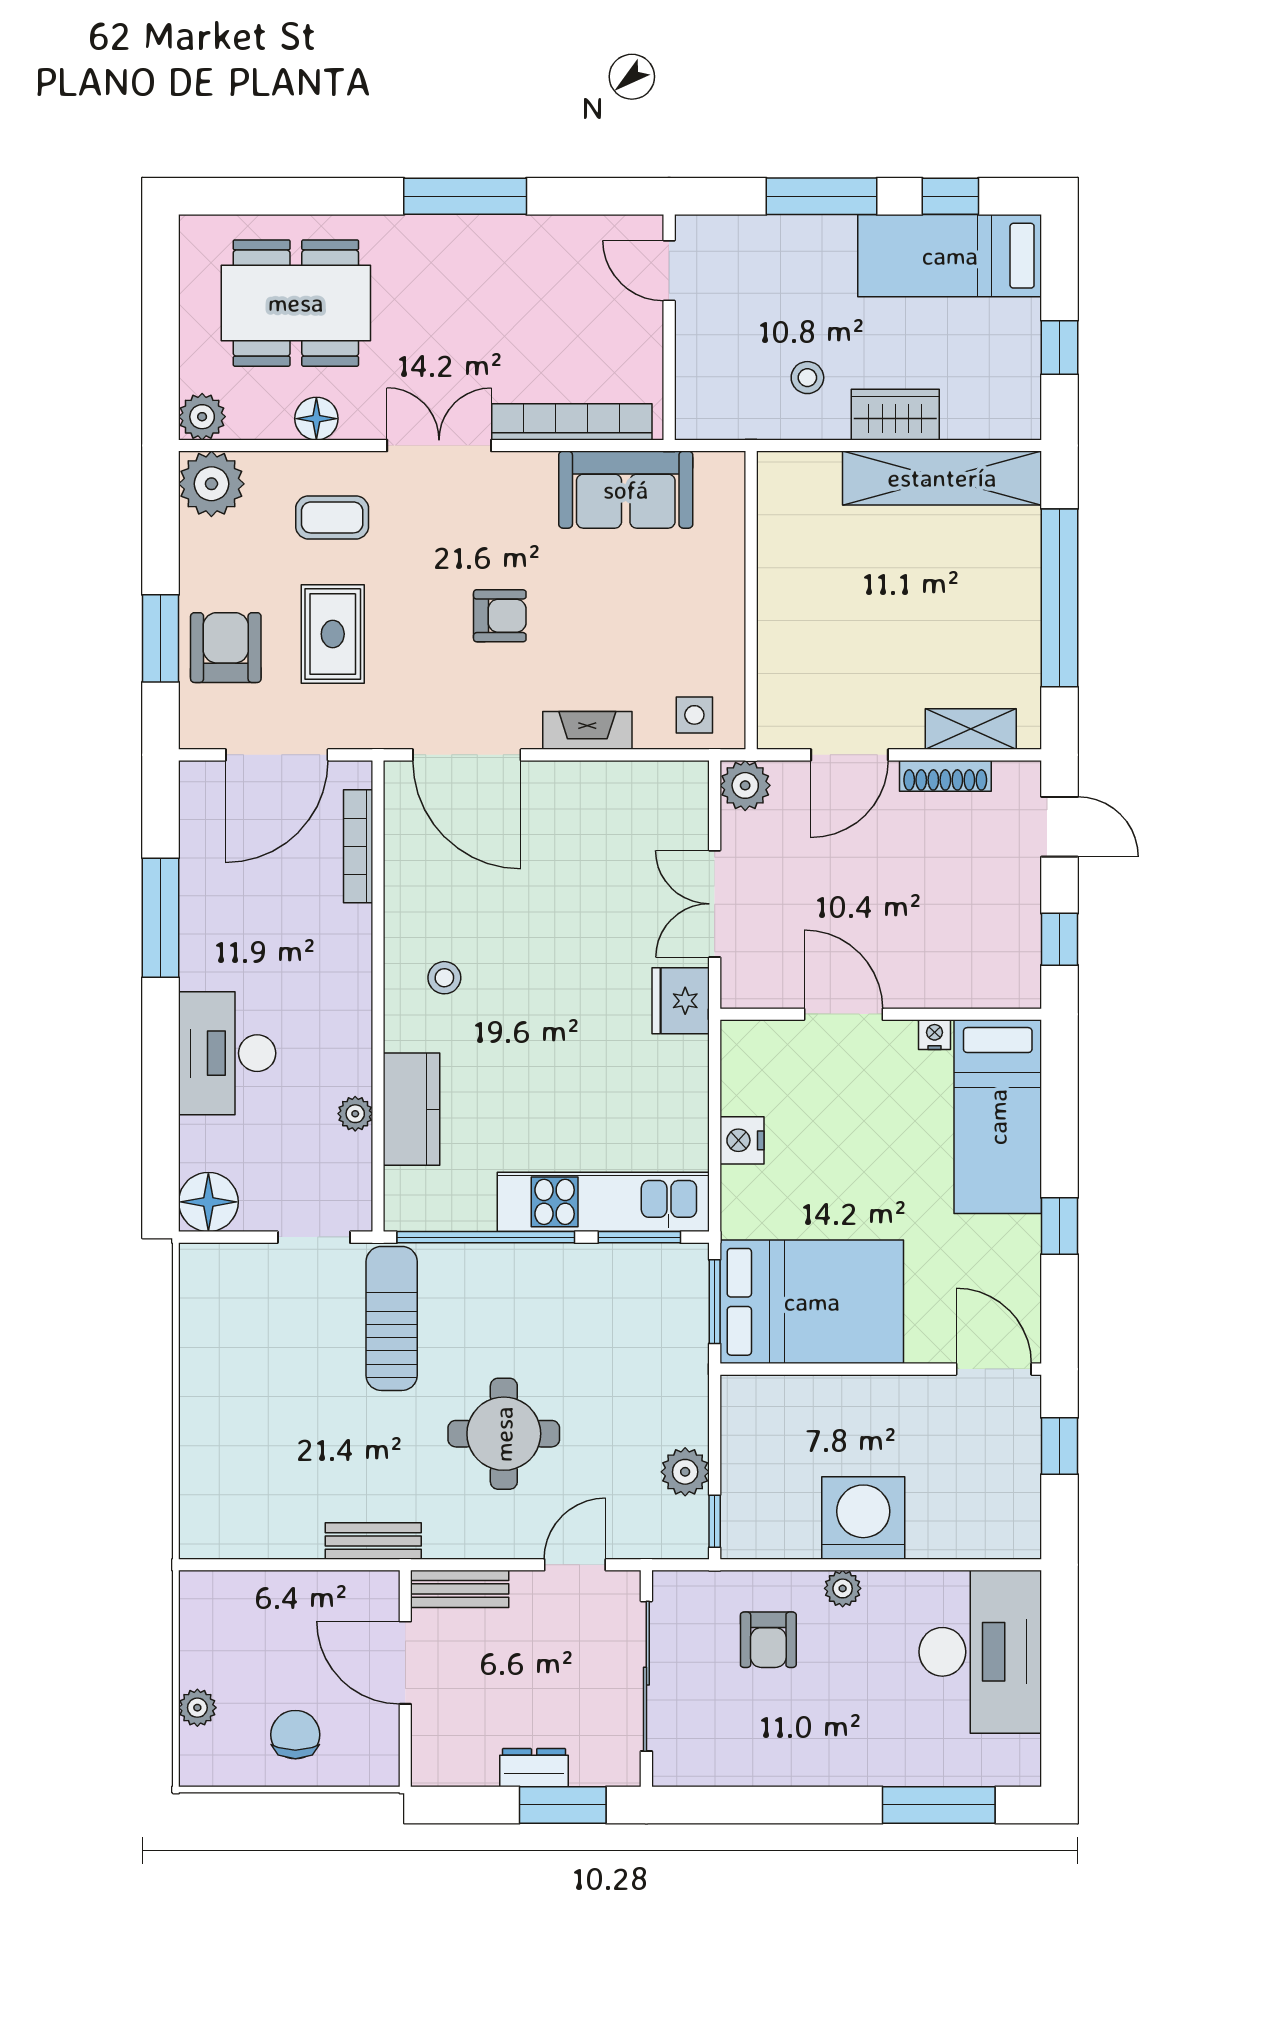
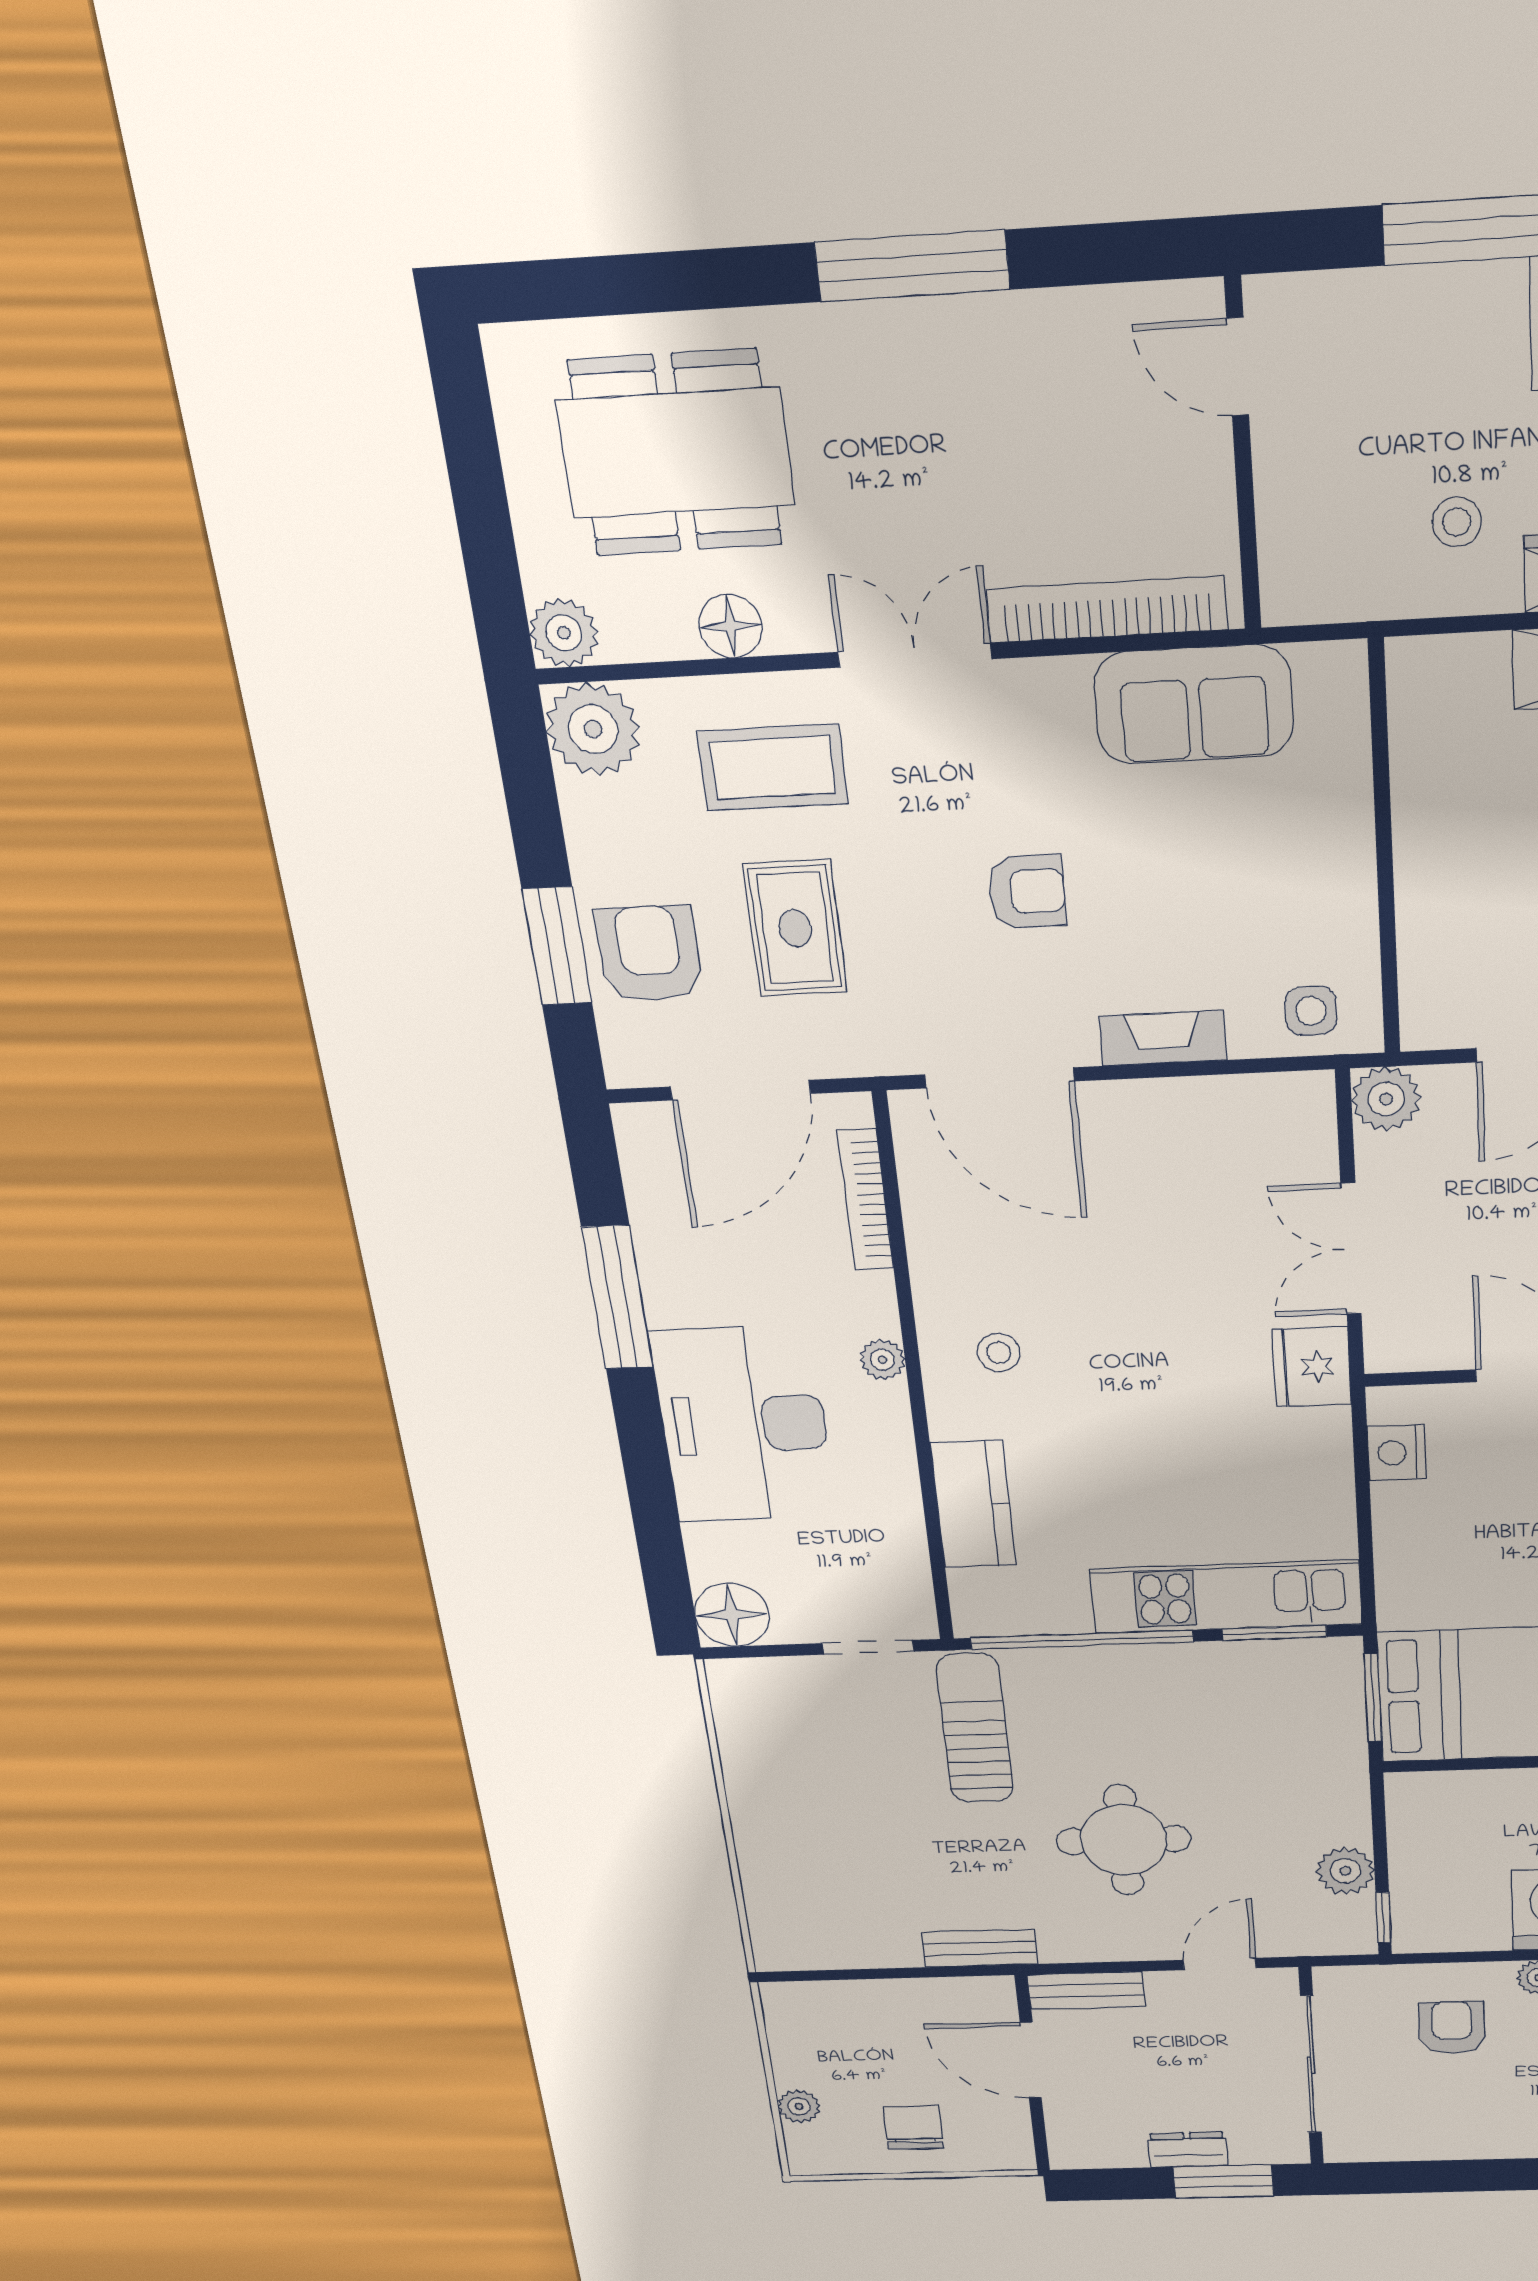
coffee table: (332, 517) -> (773, 768), width x1.36, depth x1.30
desk: (227, 1053) -> (744, 1425), width x1.36, depth x1.30
plant: (355, 1114) -> (882, 1360), moved
nightstand: (742, 1140) -> (1397, 1453), moved
armchair: (768, 1640) -> (1452, 2028), turned 180

